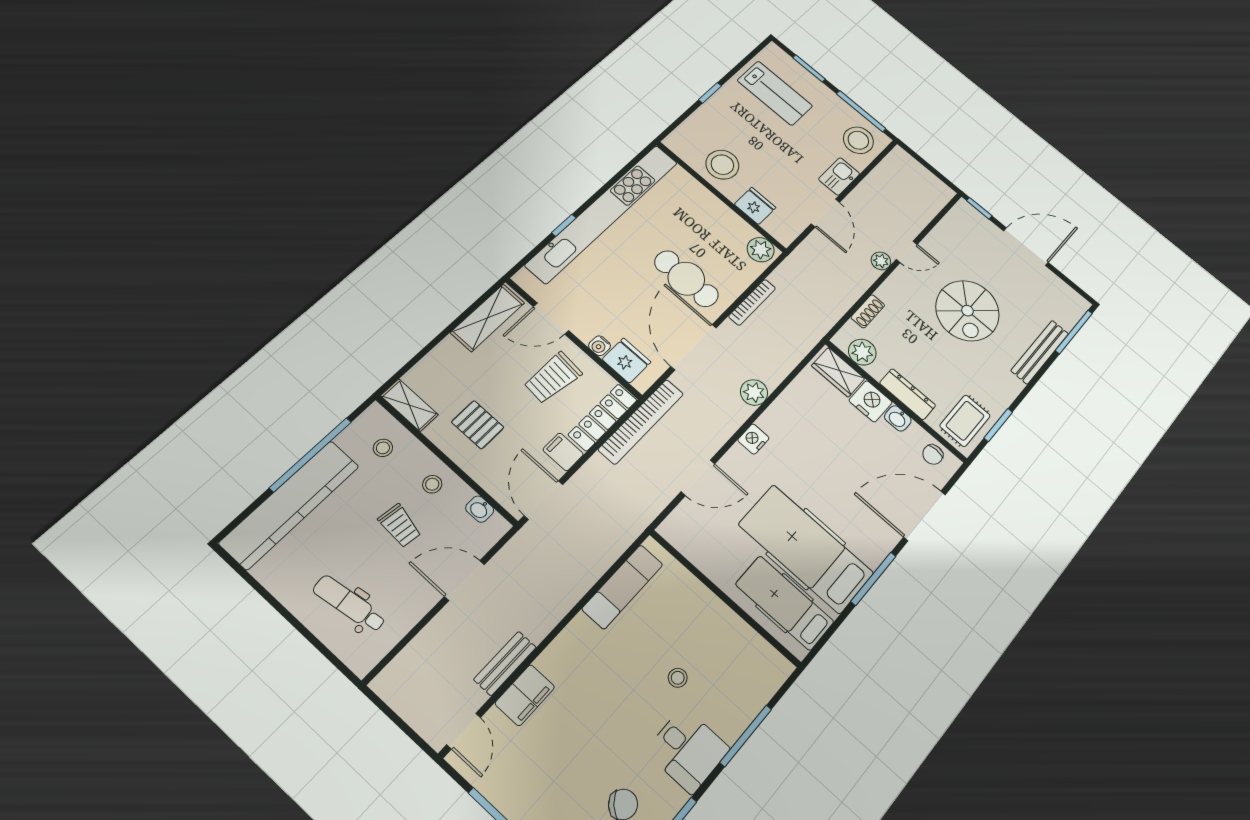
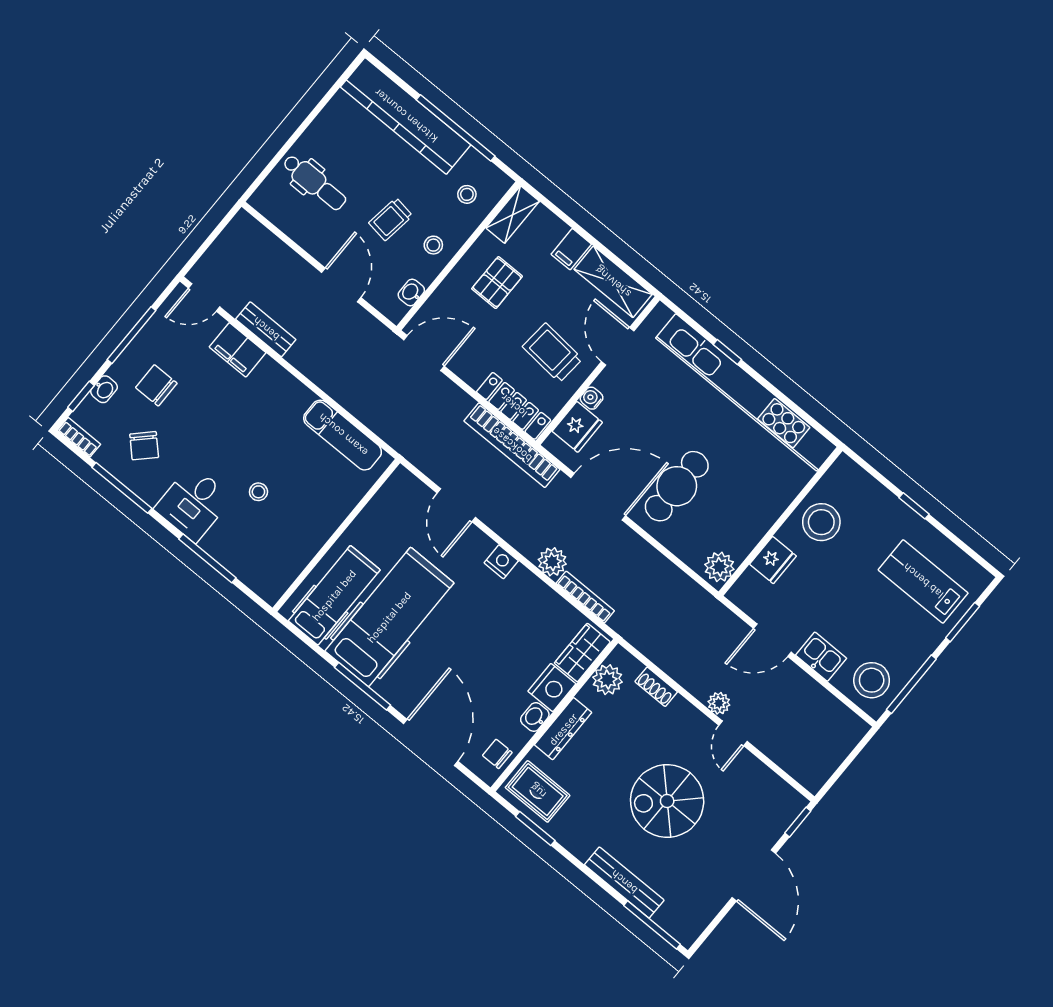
lab bench: (775, 93) -> (923, 581), turned 90
bookcase: (752, 302) -> (585, 597), moved, turned 180
filing cabinet: (563, 452) -> (571, 249), moved, turned 180
dental chair: (349, 604) -> (314, 182), turned 98
chair: (557, 789) -> (156, 385), added

